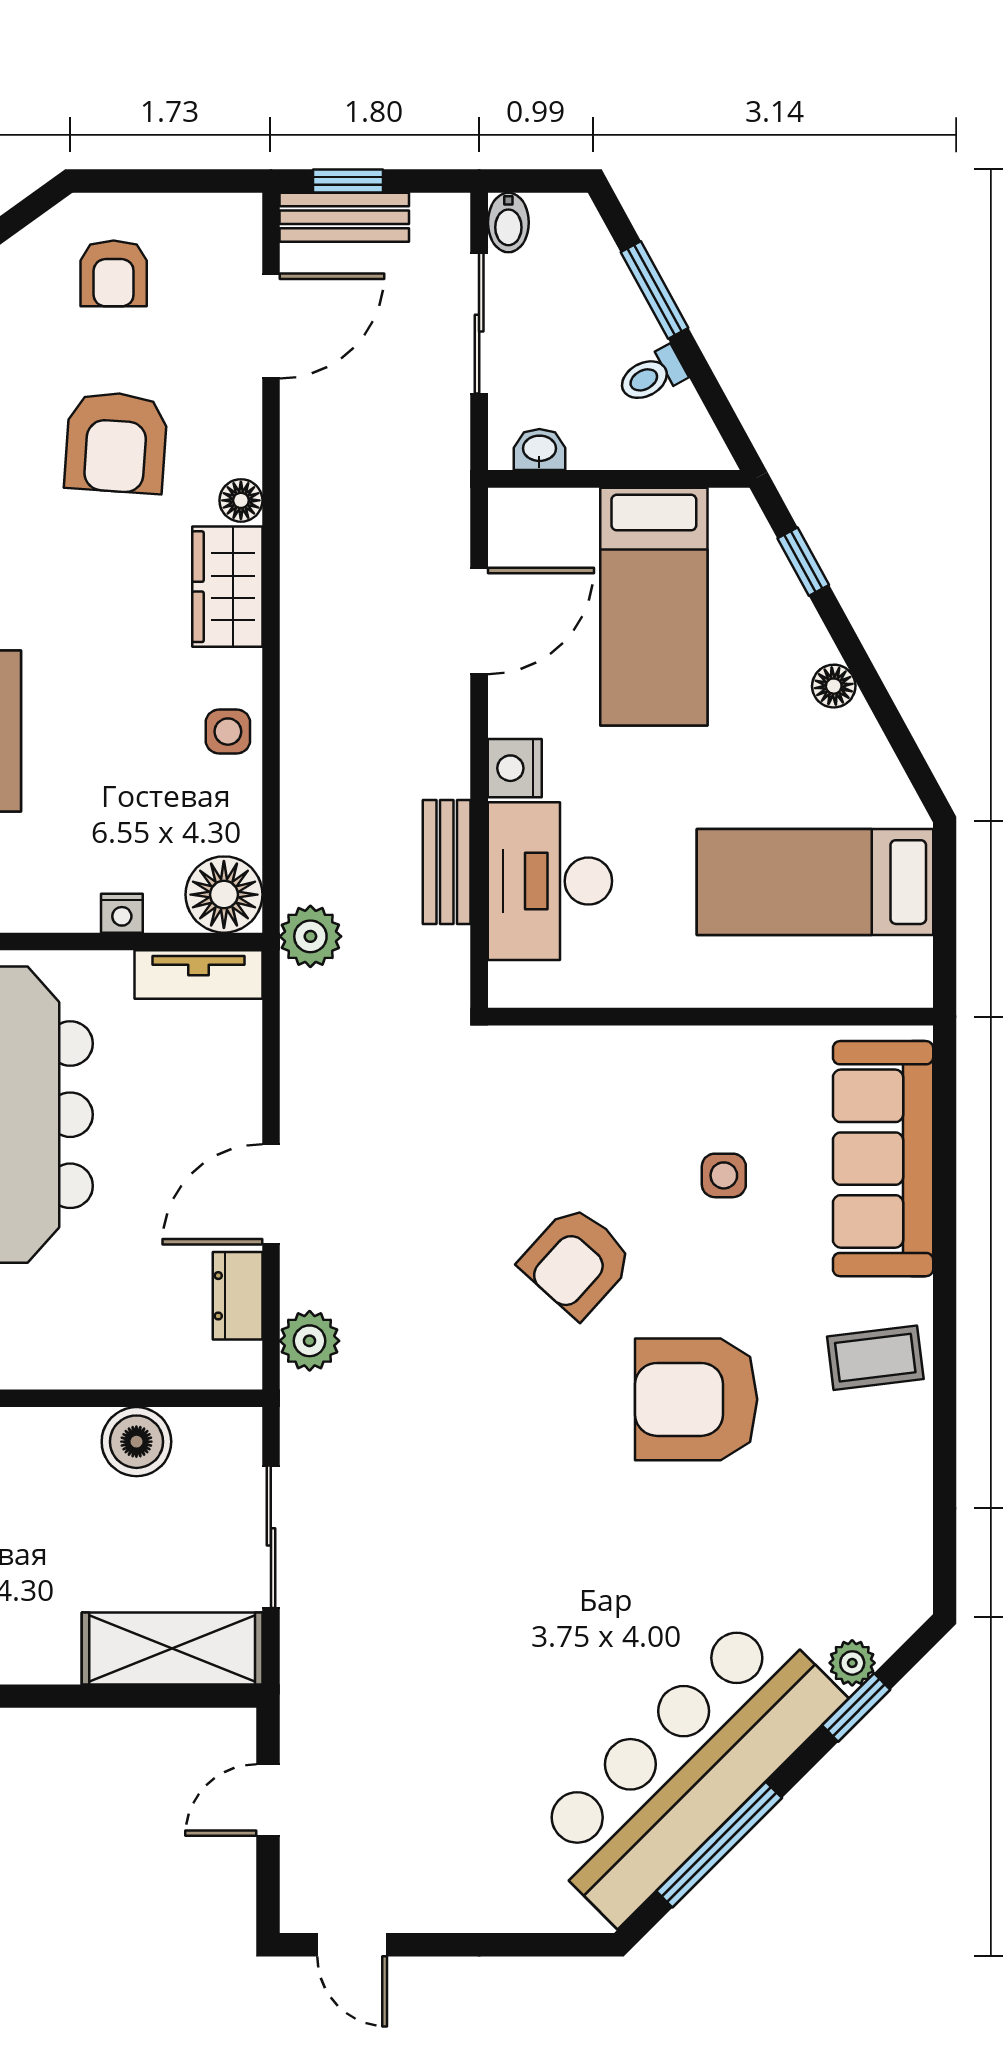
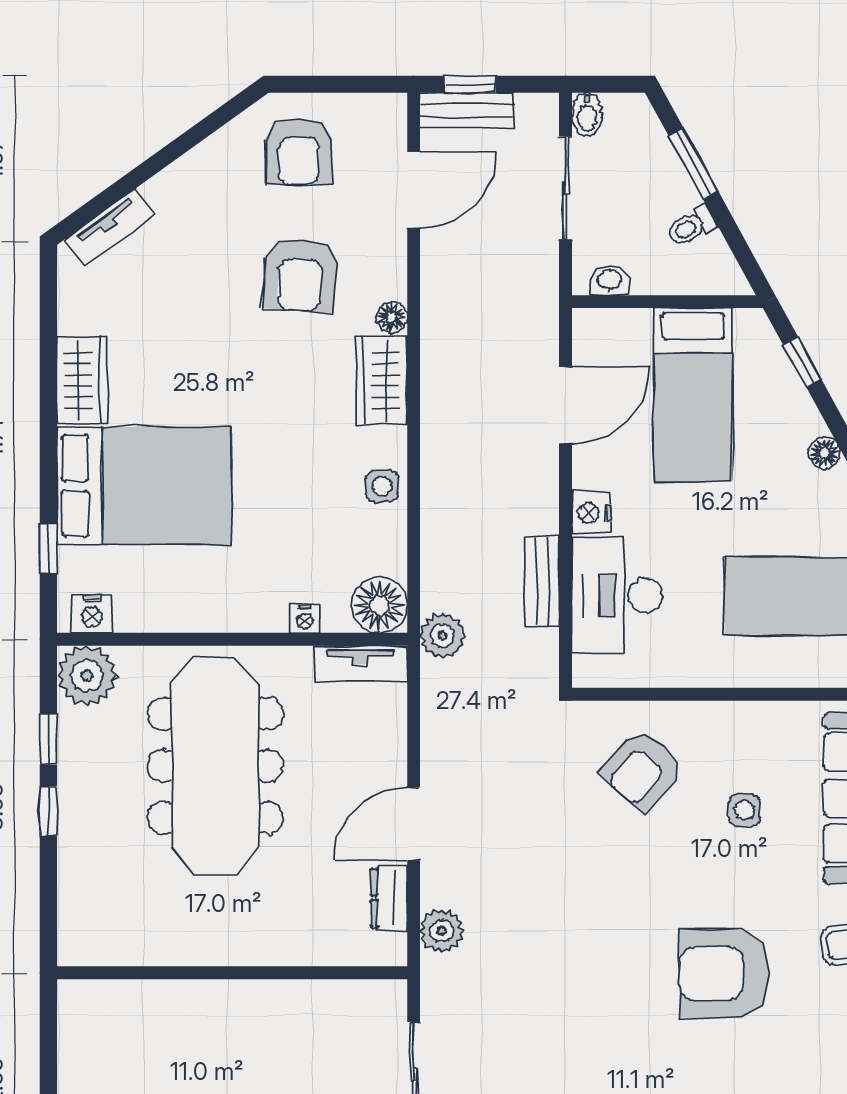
armchair: (114, 273) -> (299, 152), width x1.38, depth x1.38
armchair: (577, 1261) -> (642, 770), moved
boiler: (136, 1442) -> (315, 1004), removed

